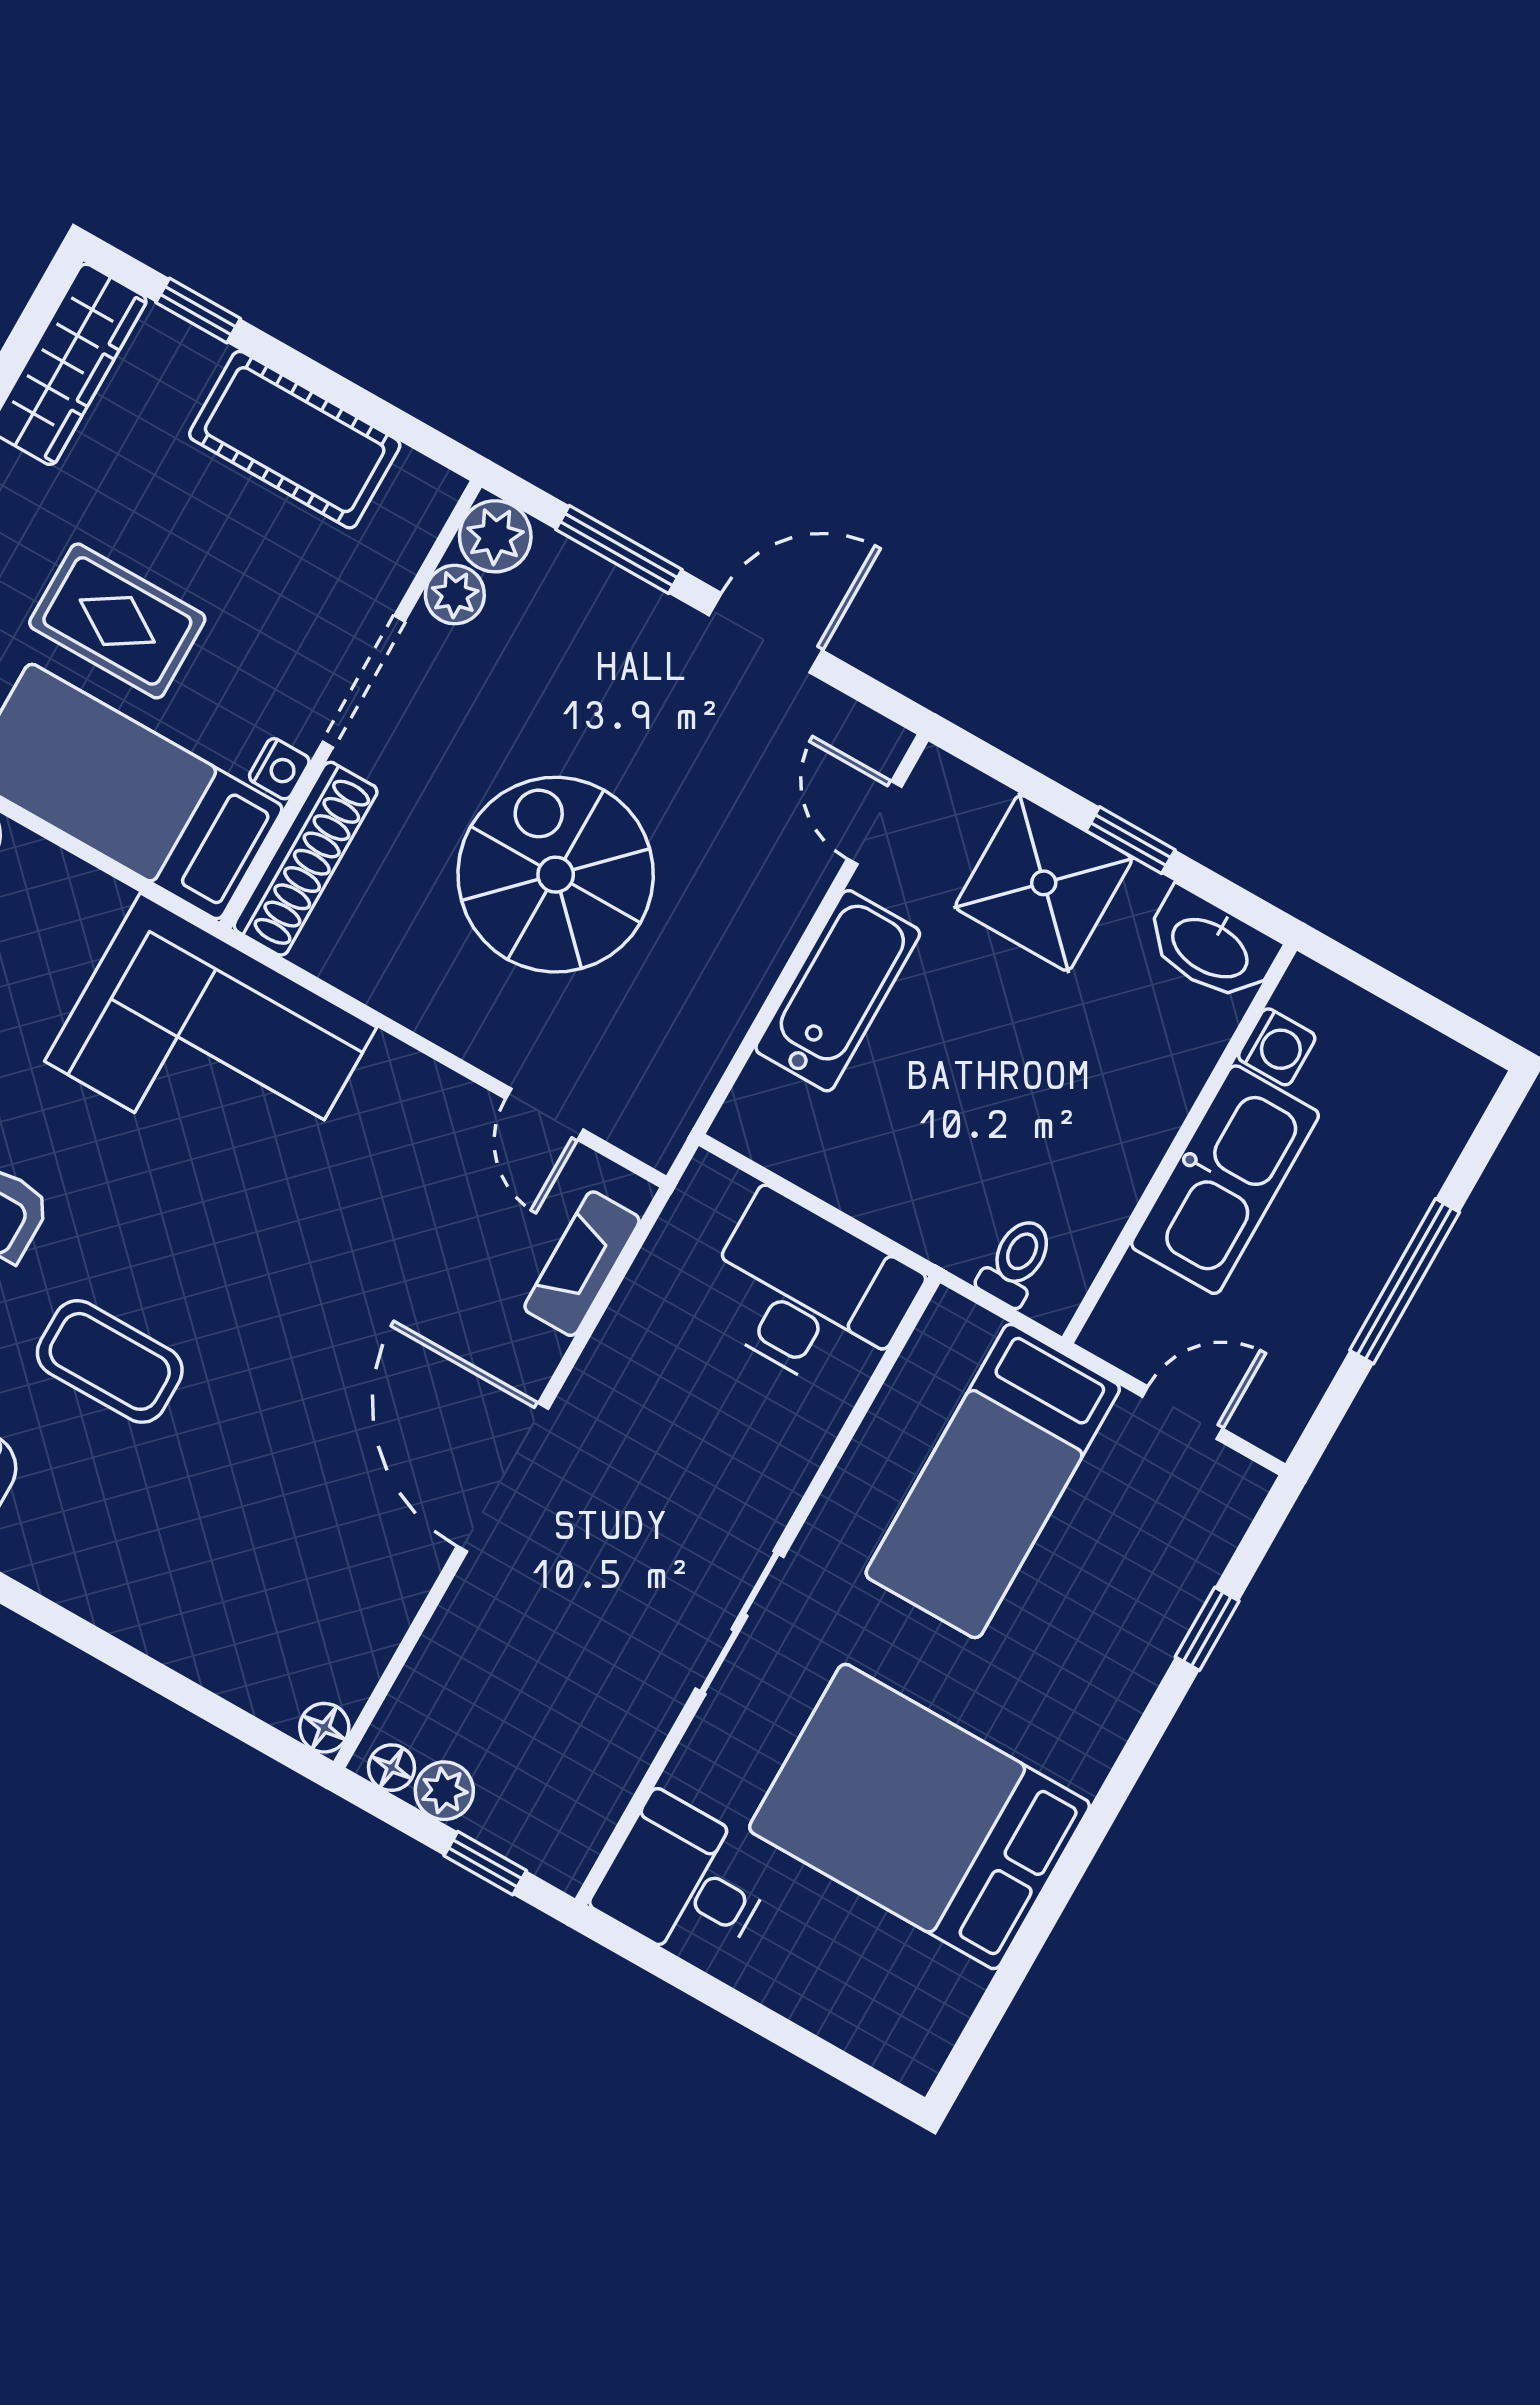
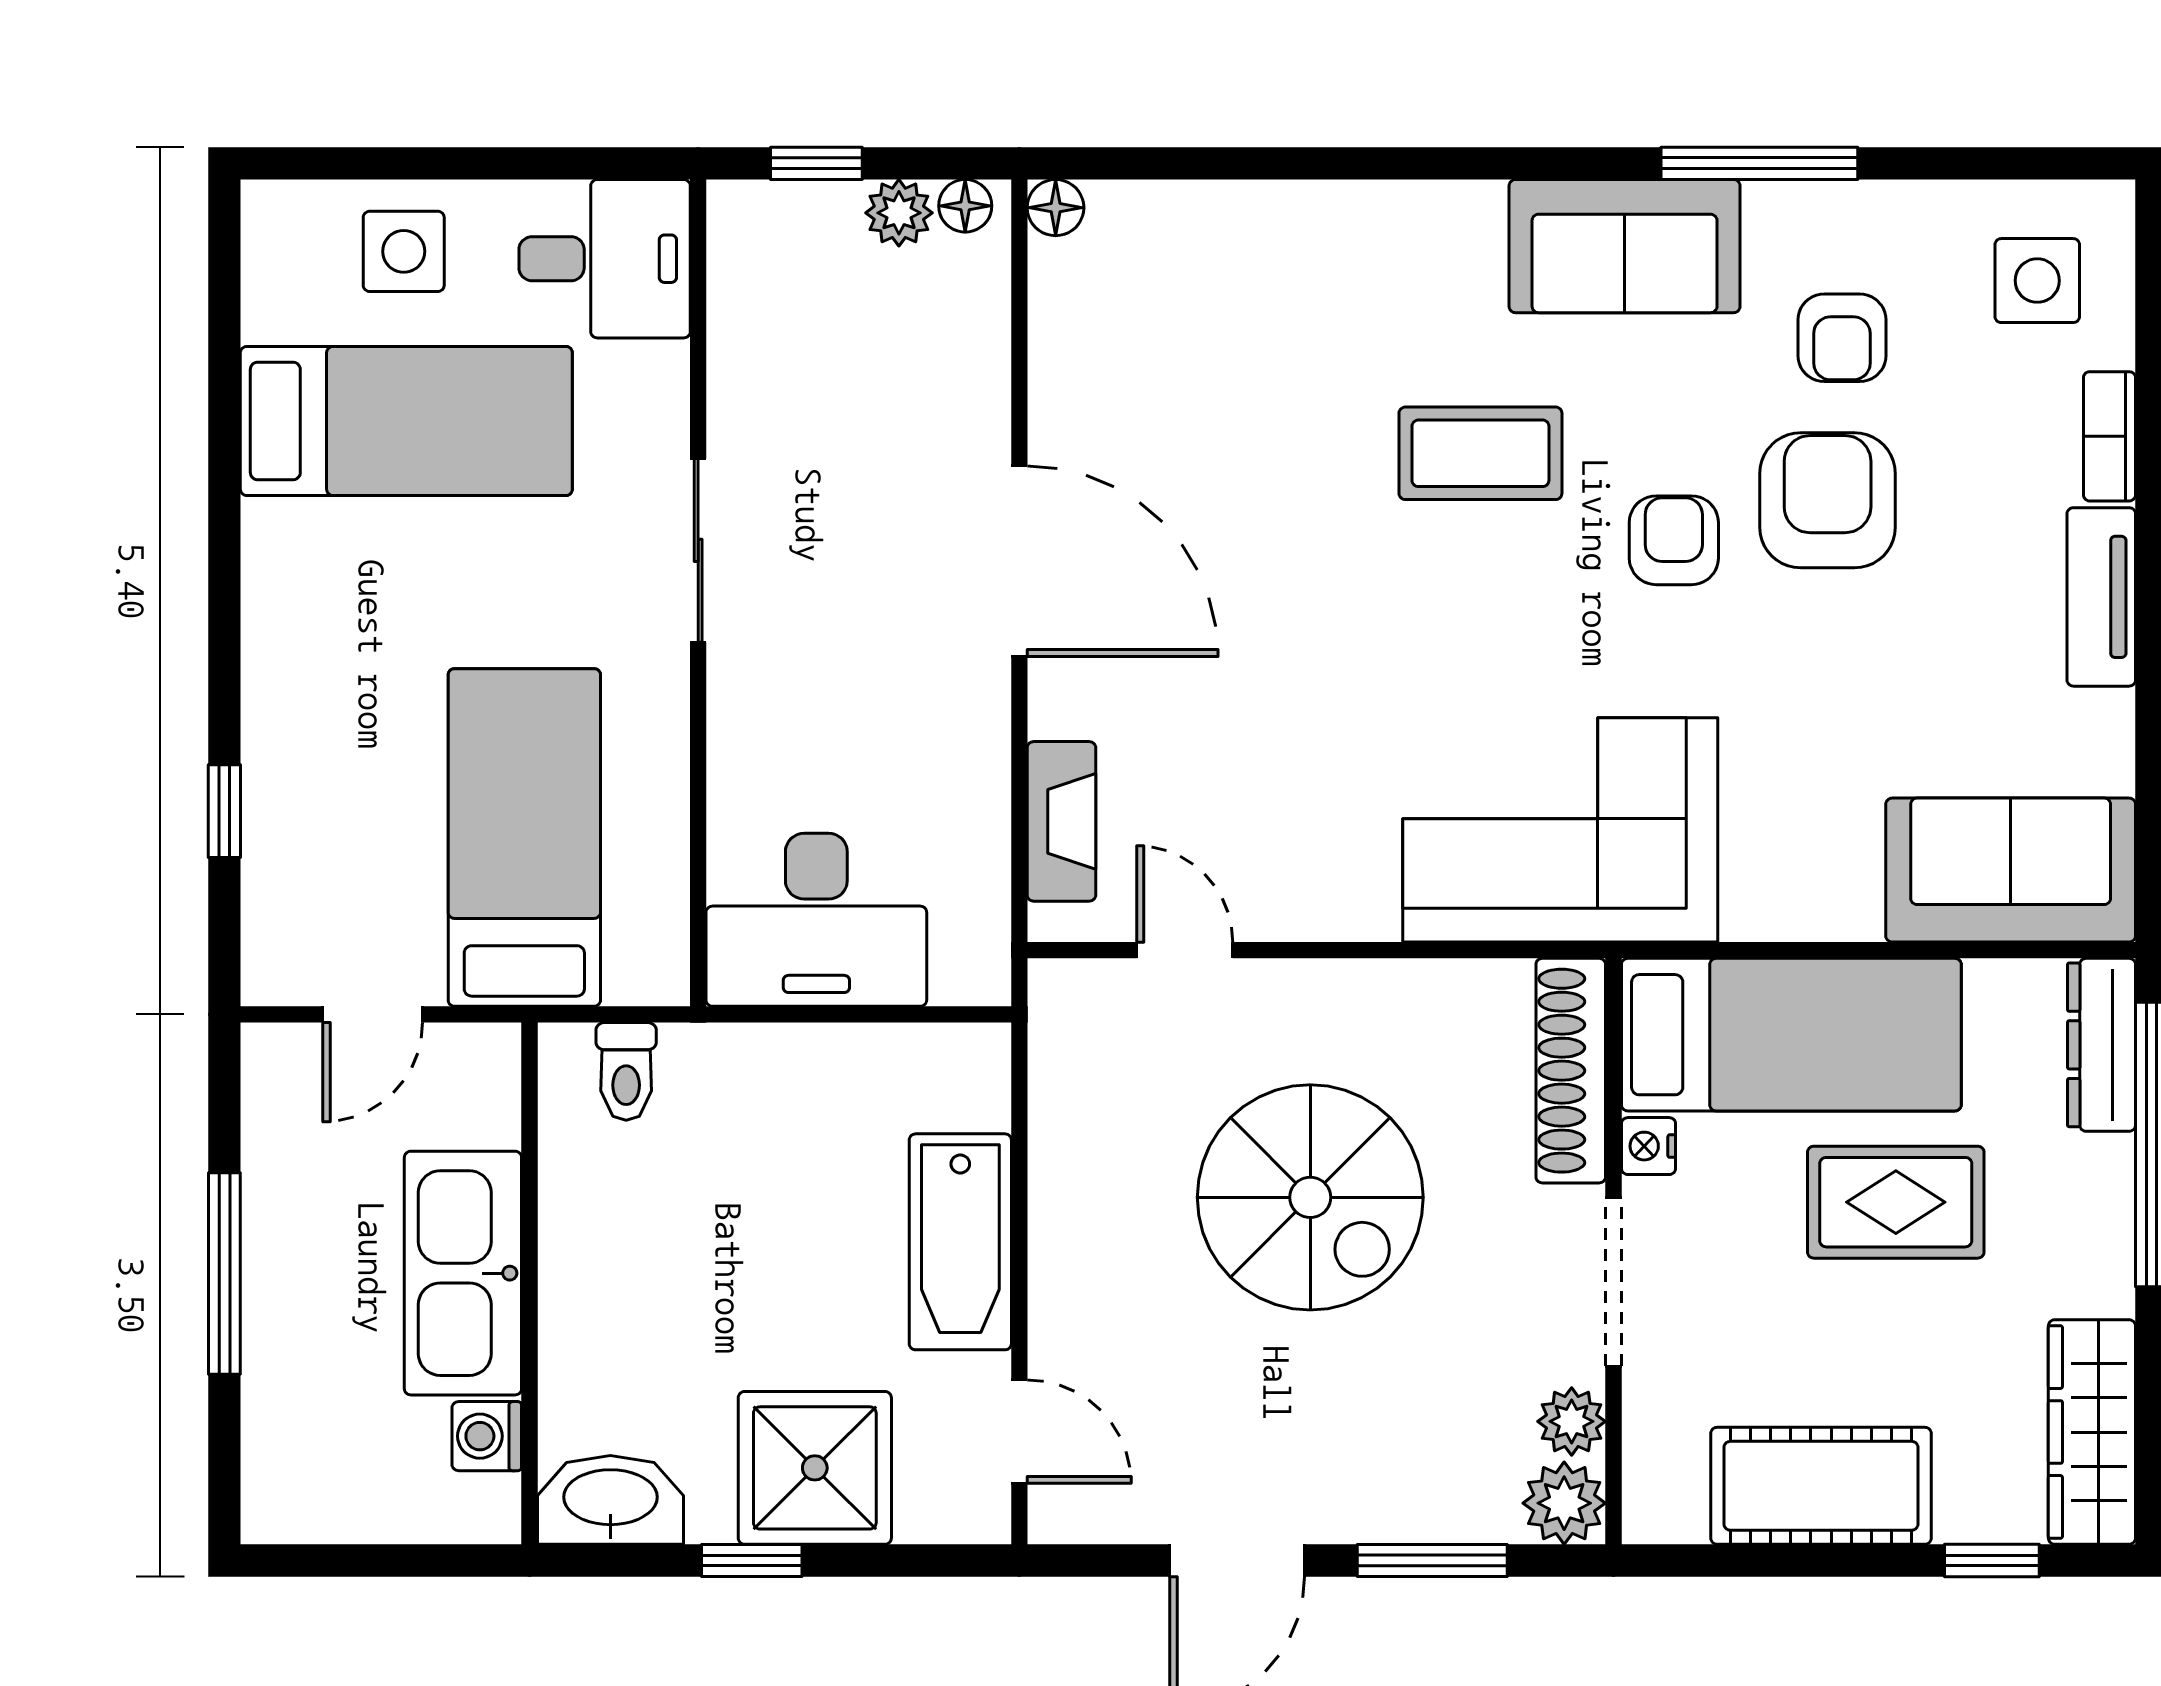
bed: (920, 1817) -> (406, 421), width x0.67
side table: (833, 1973) -> (404, 251), added

